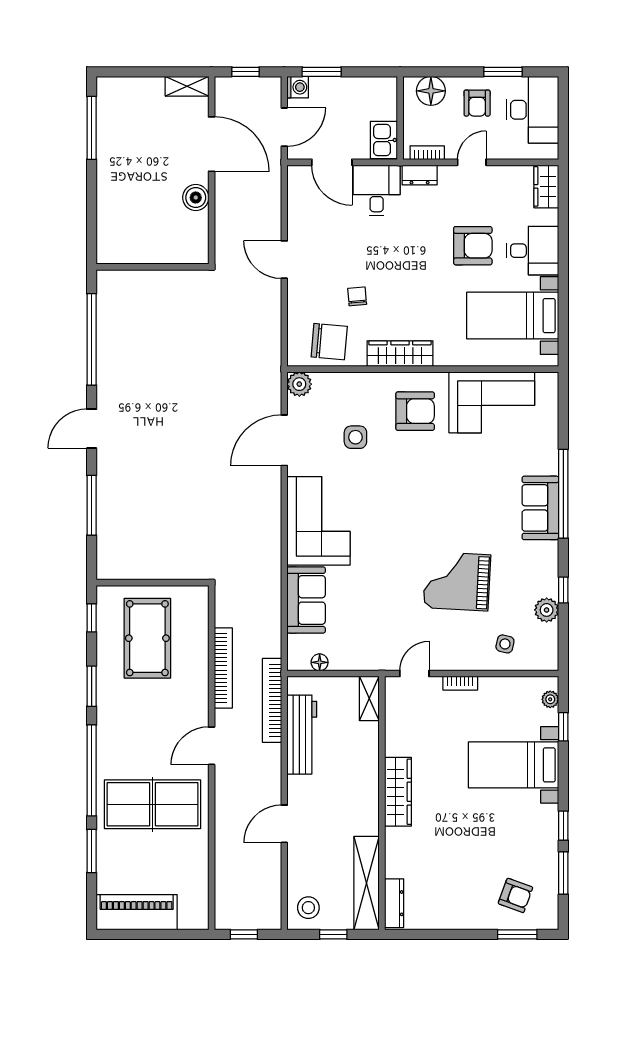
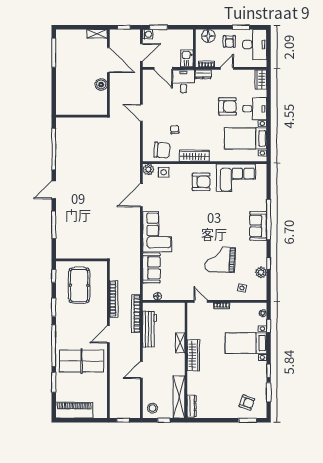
side table: (355, 437) -> (164, 172), moved
door: (414, 673) -> (201, 301), hinge flipped
shelving: (369, 698) -> (180, 343), moved

